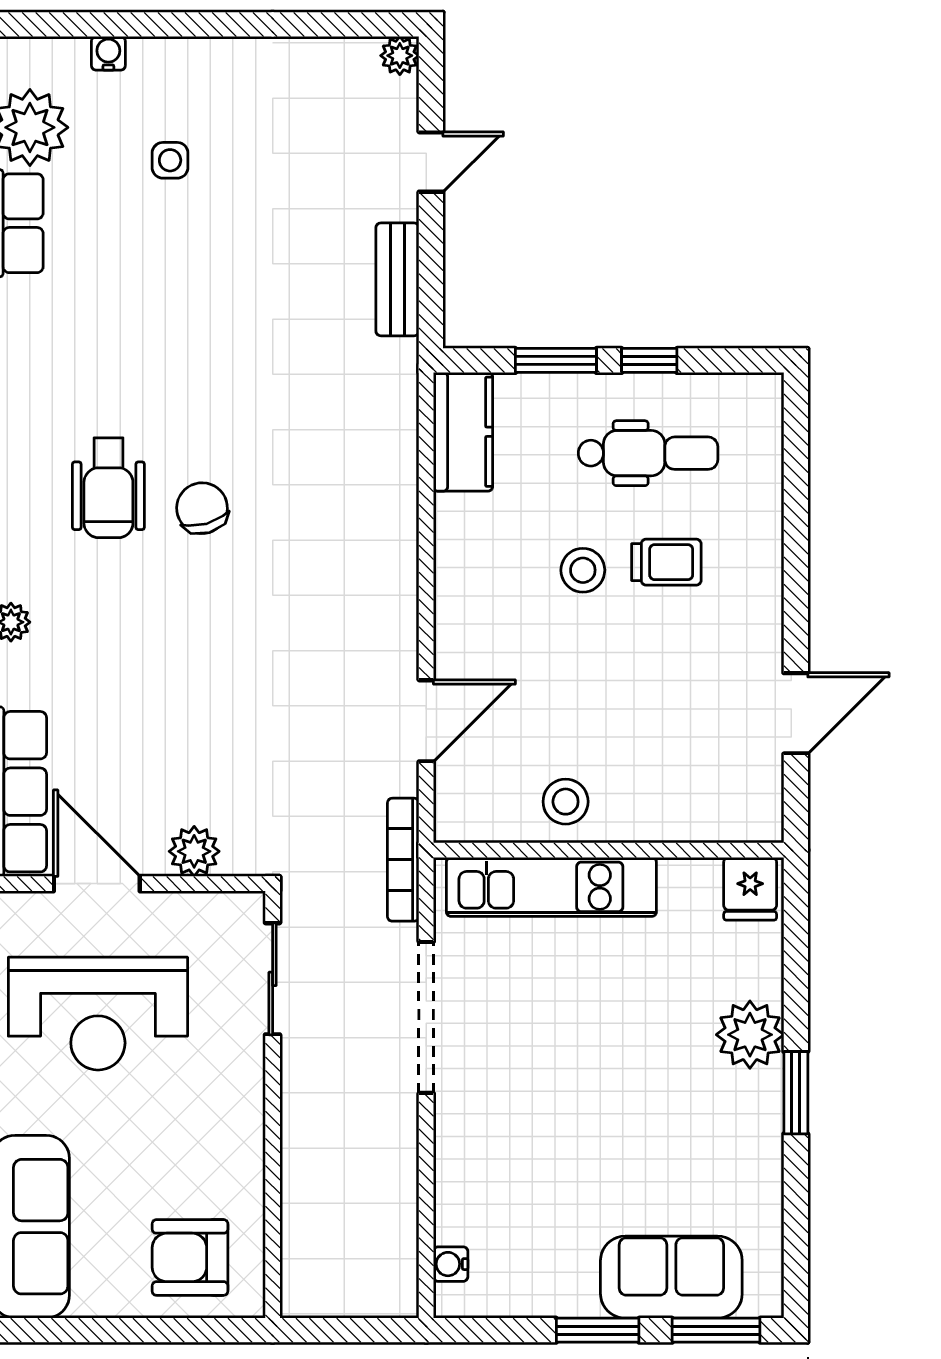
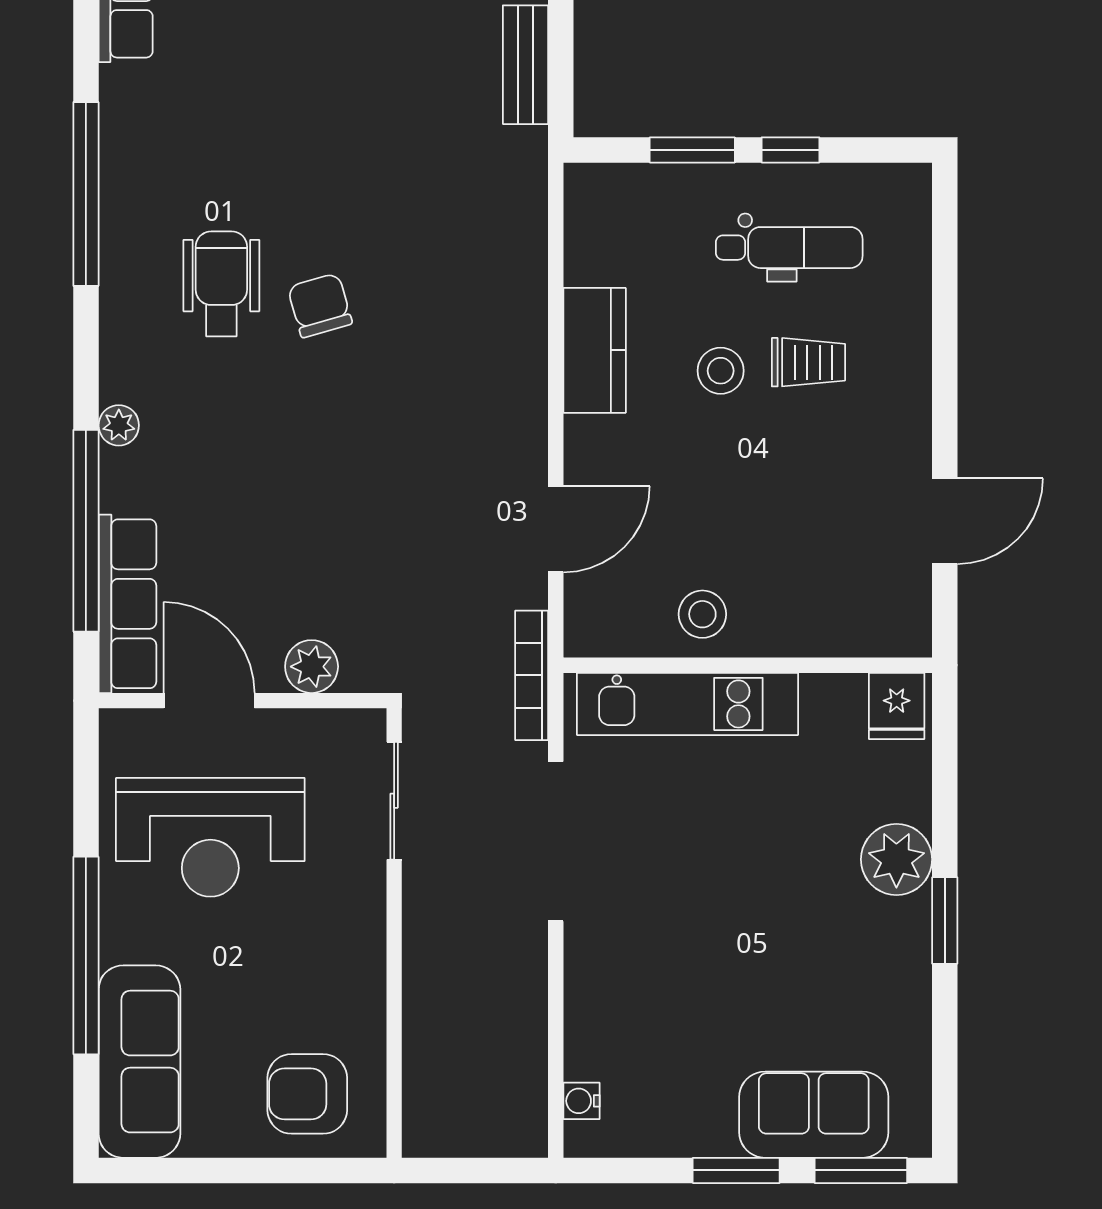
kitchen counter: (463, 432) -> (595, 350), moved
wheelchair: (108, 488) -> (221, 284), turned 180

